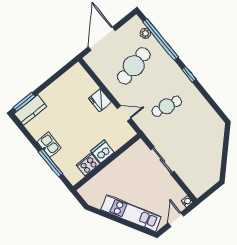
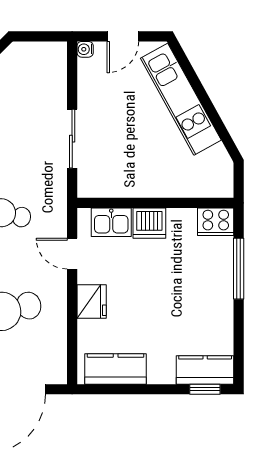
kitchen counter: (68, 81) -> (116, 369), added
window: (24, 102) -> (205, 389), width x0.67
kitchen sink: (49, 145) -> (111, 222), moved, turned -90
cooker: (88, 164) -> (216, 222), moved

